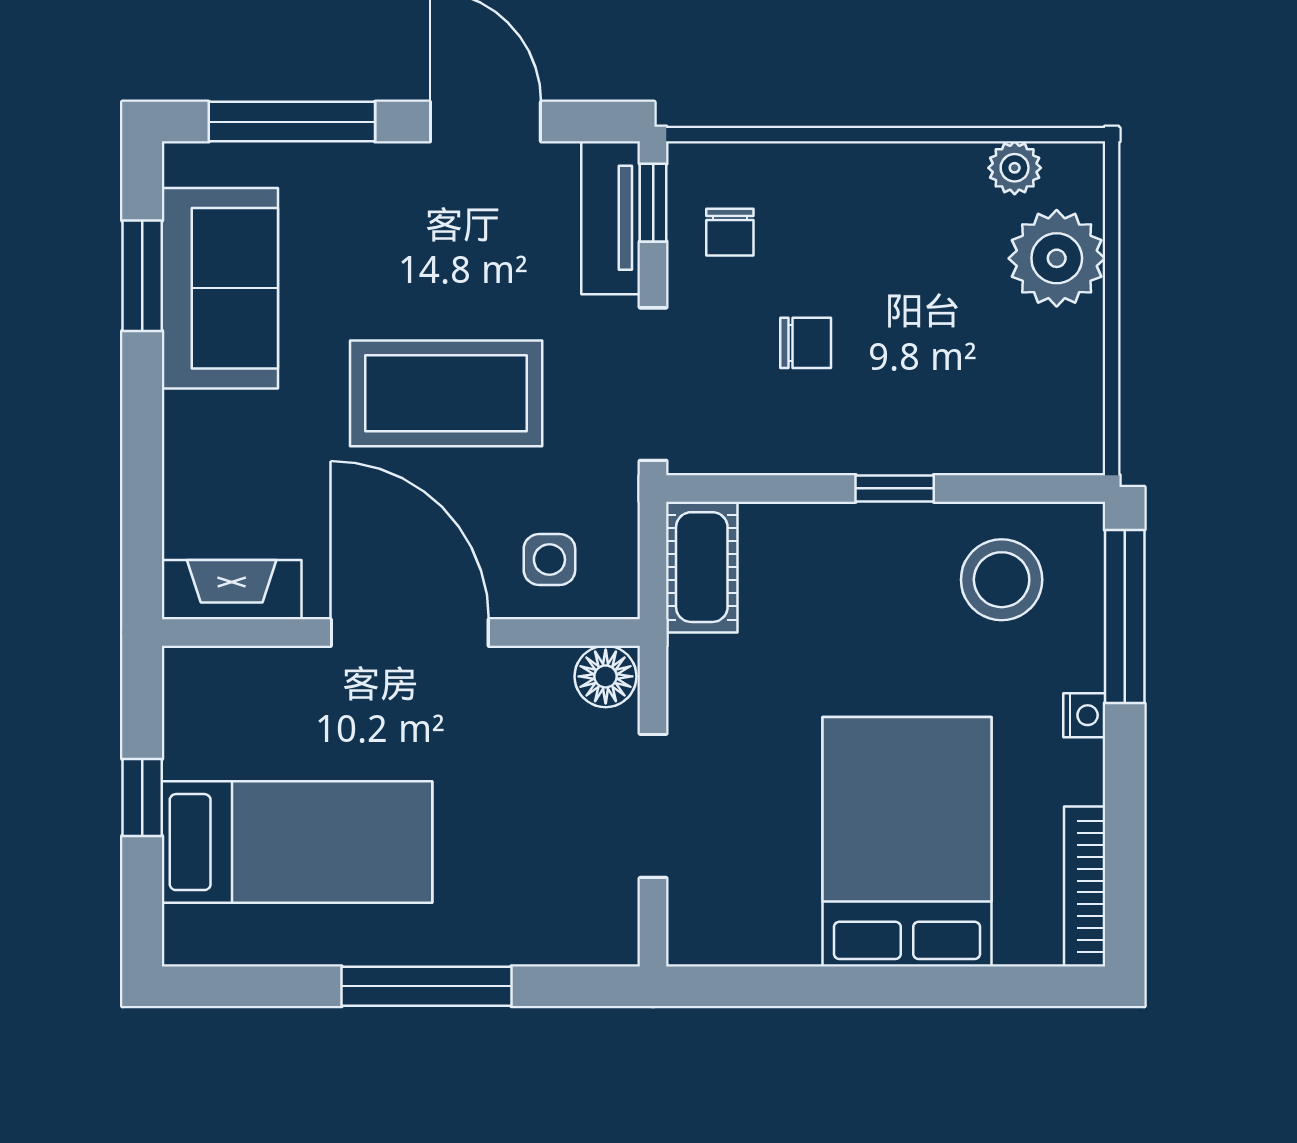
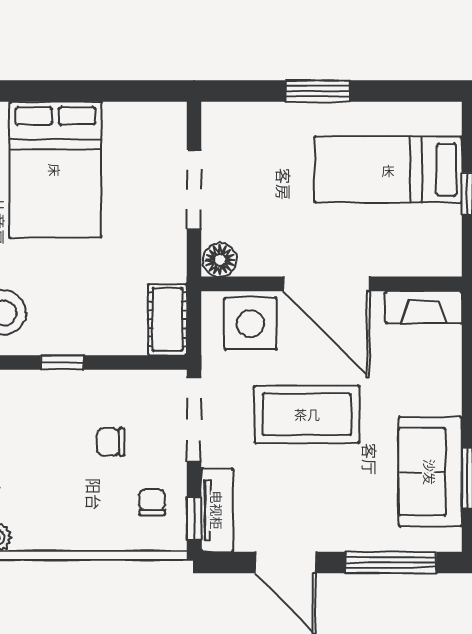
side table: (549, 559) -> (250, 324), width x1.87, depth x1.87
window: (426, 986) -> (318, 91), width x0.69

